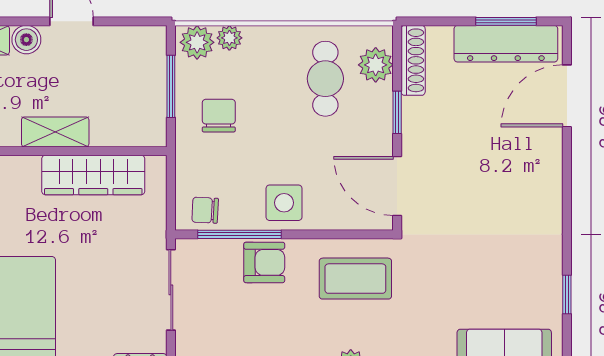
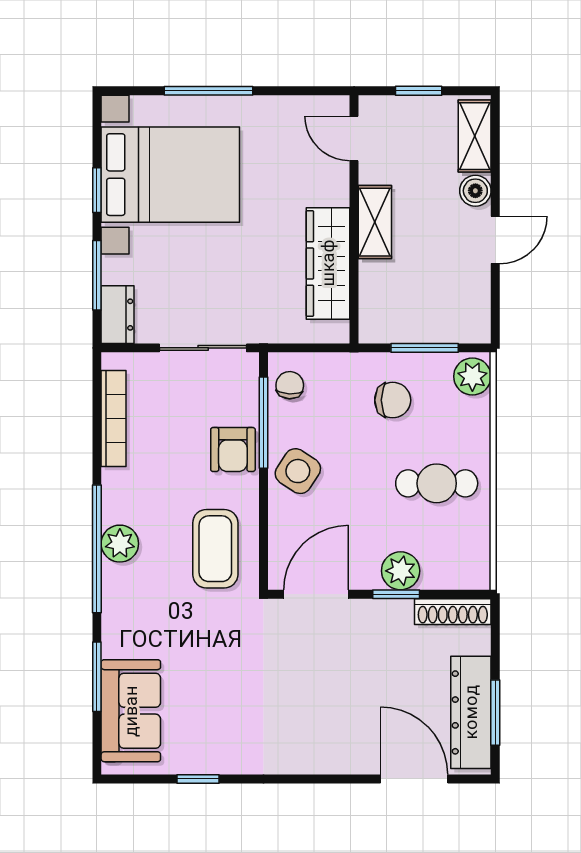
plant: (229, 38) -> (477, 412), removed
plant: (376, 65) -> (401, 571), moved
cafe table: (325, 79) -> (437, 483), moved
side table: (284, 203) -> (298, 471), turned 33

